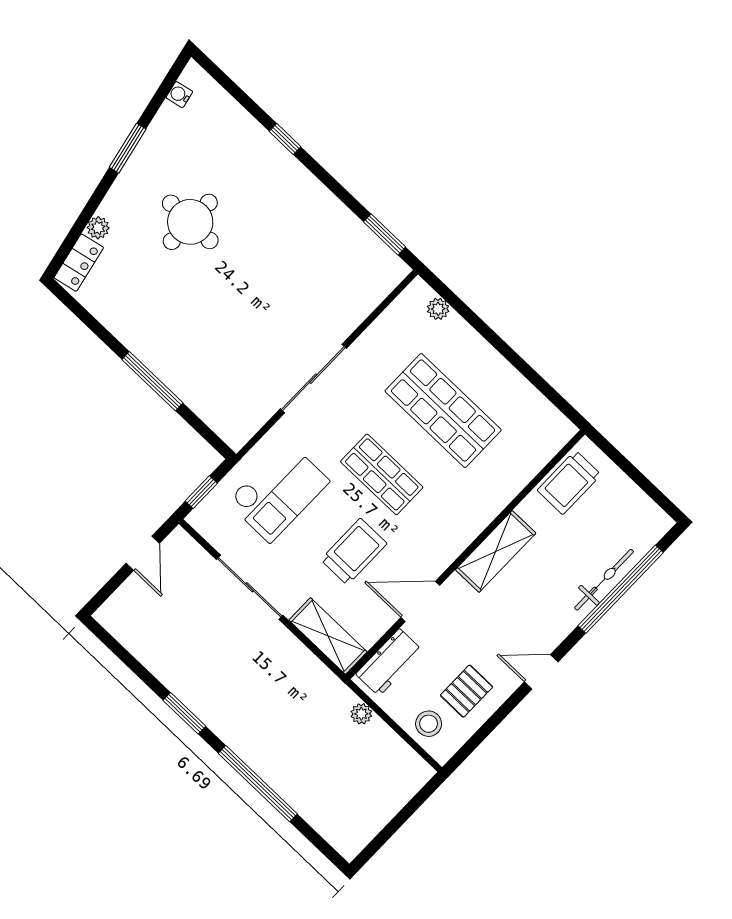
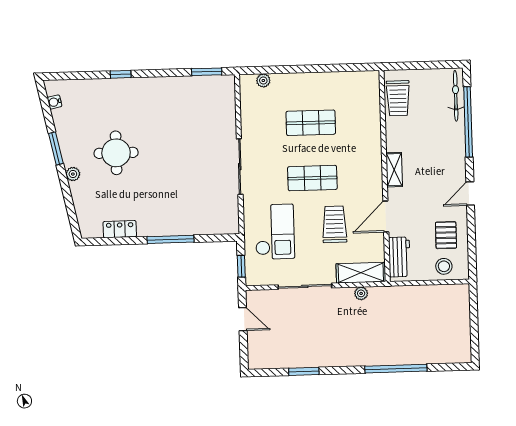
plant: (98, 228) -> (73, 174), moved
locker: (79, 263) -> (120, 229), moved, turned -78
shop shelf: (443, 410) -> (311, 123), width x0.70, depth x0.74
shelving: (496, 551) -> (394, 170), width x0.67, depth x0.75
bicycle: (604, 580) -> (456, 96), moved
window: (184, 713) -> (304, 371), moved
plant: (361, 714) -> (361, 293), moved

